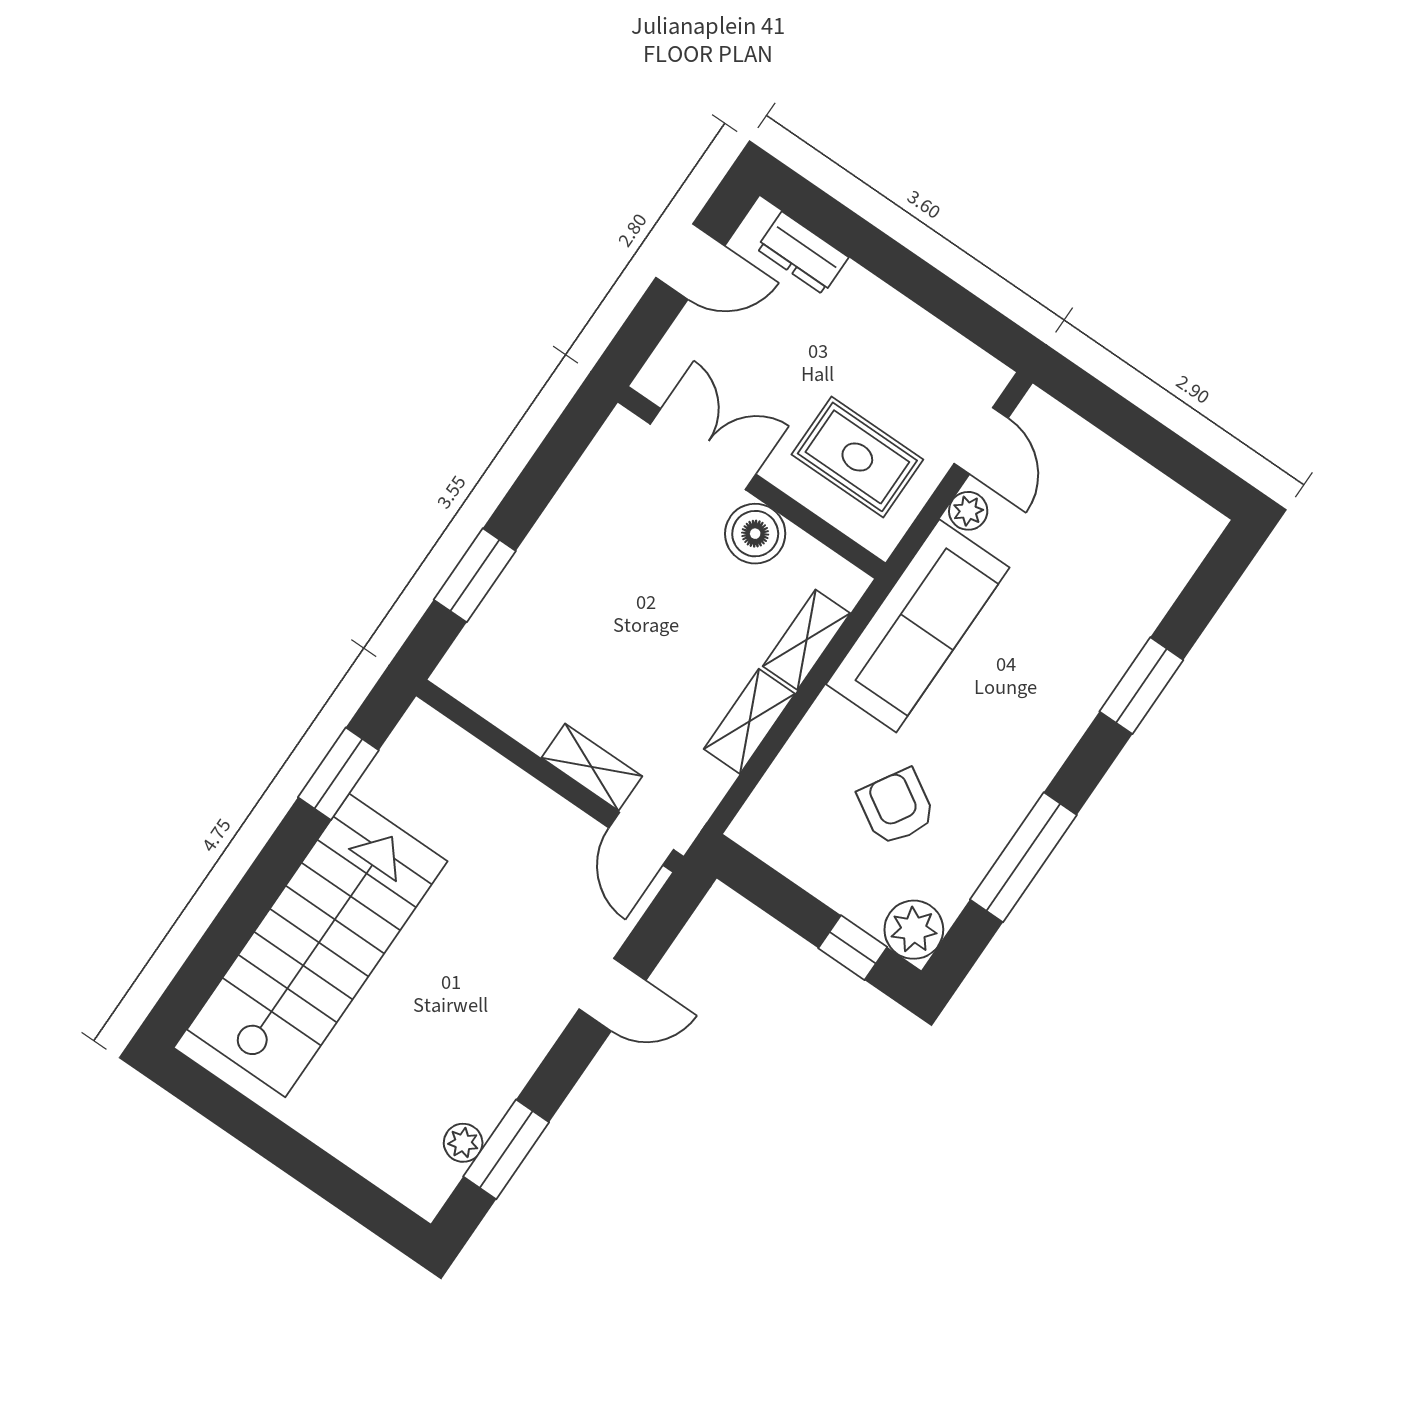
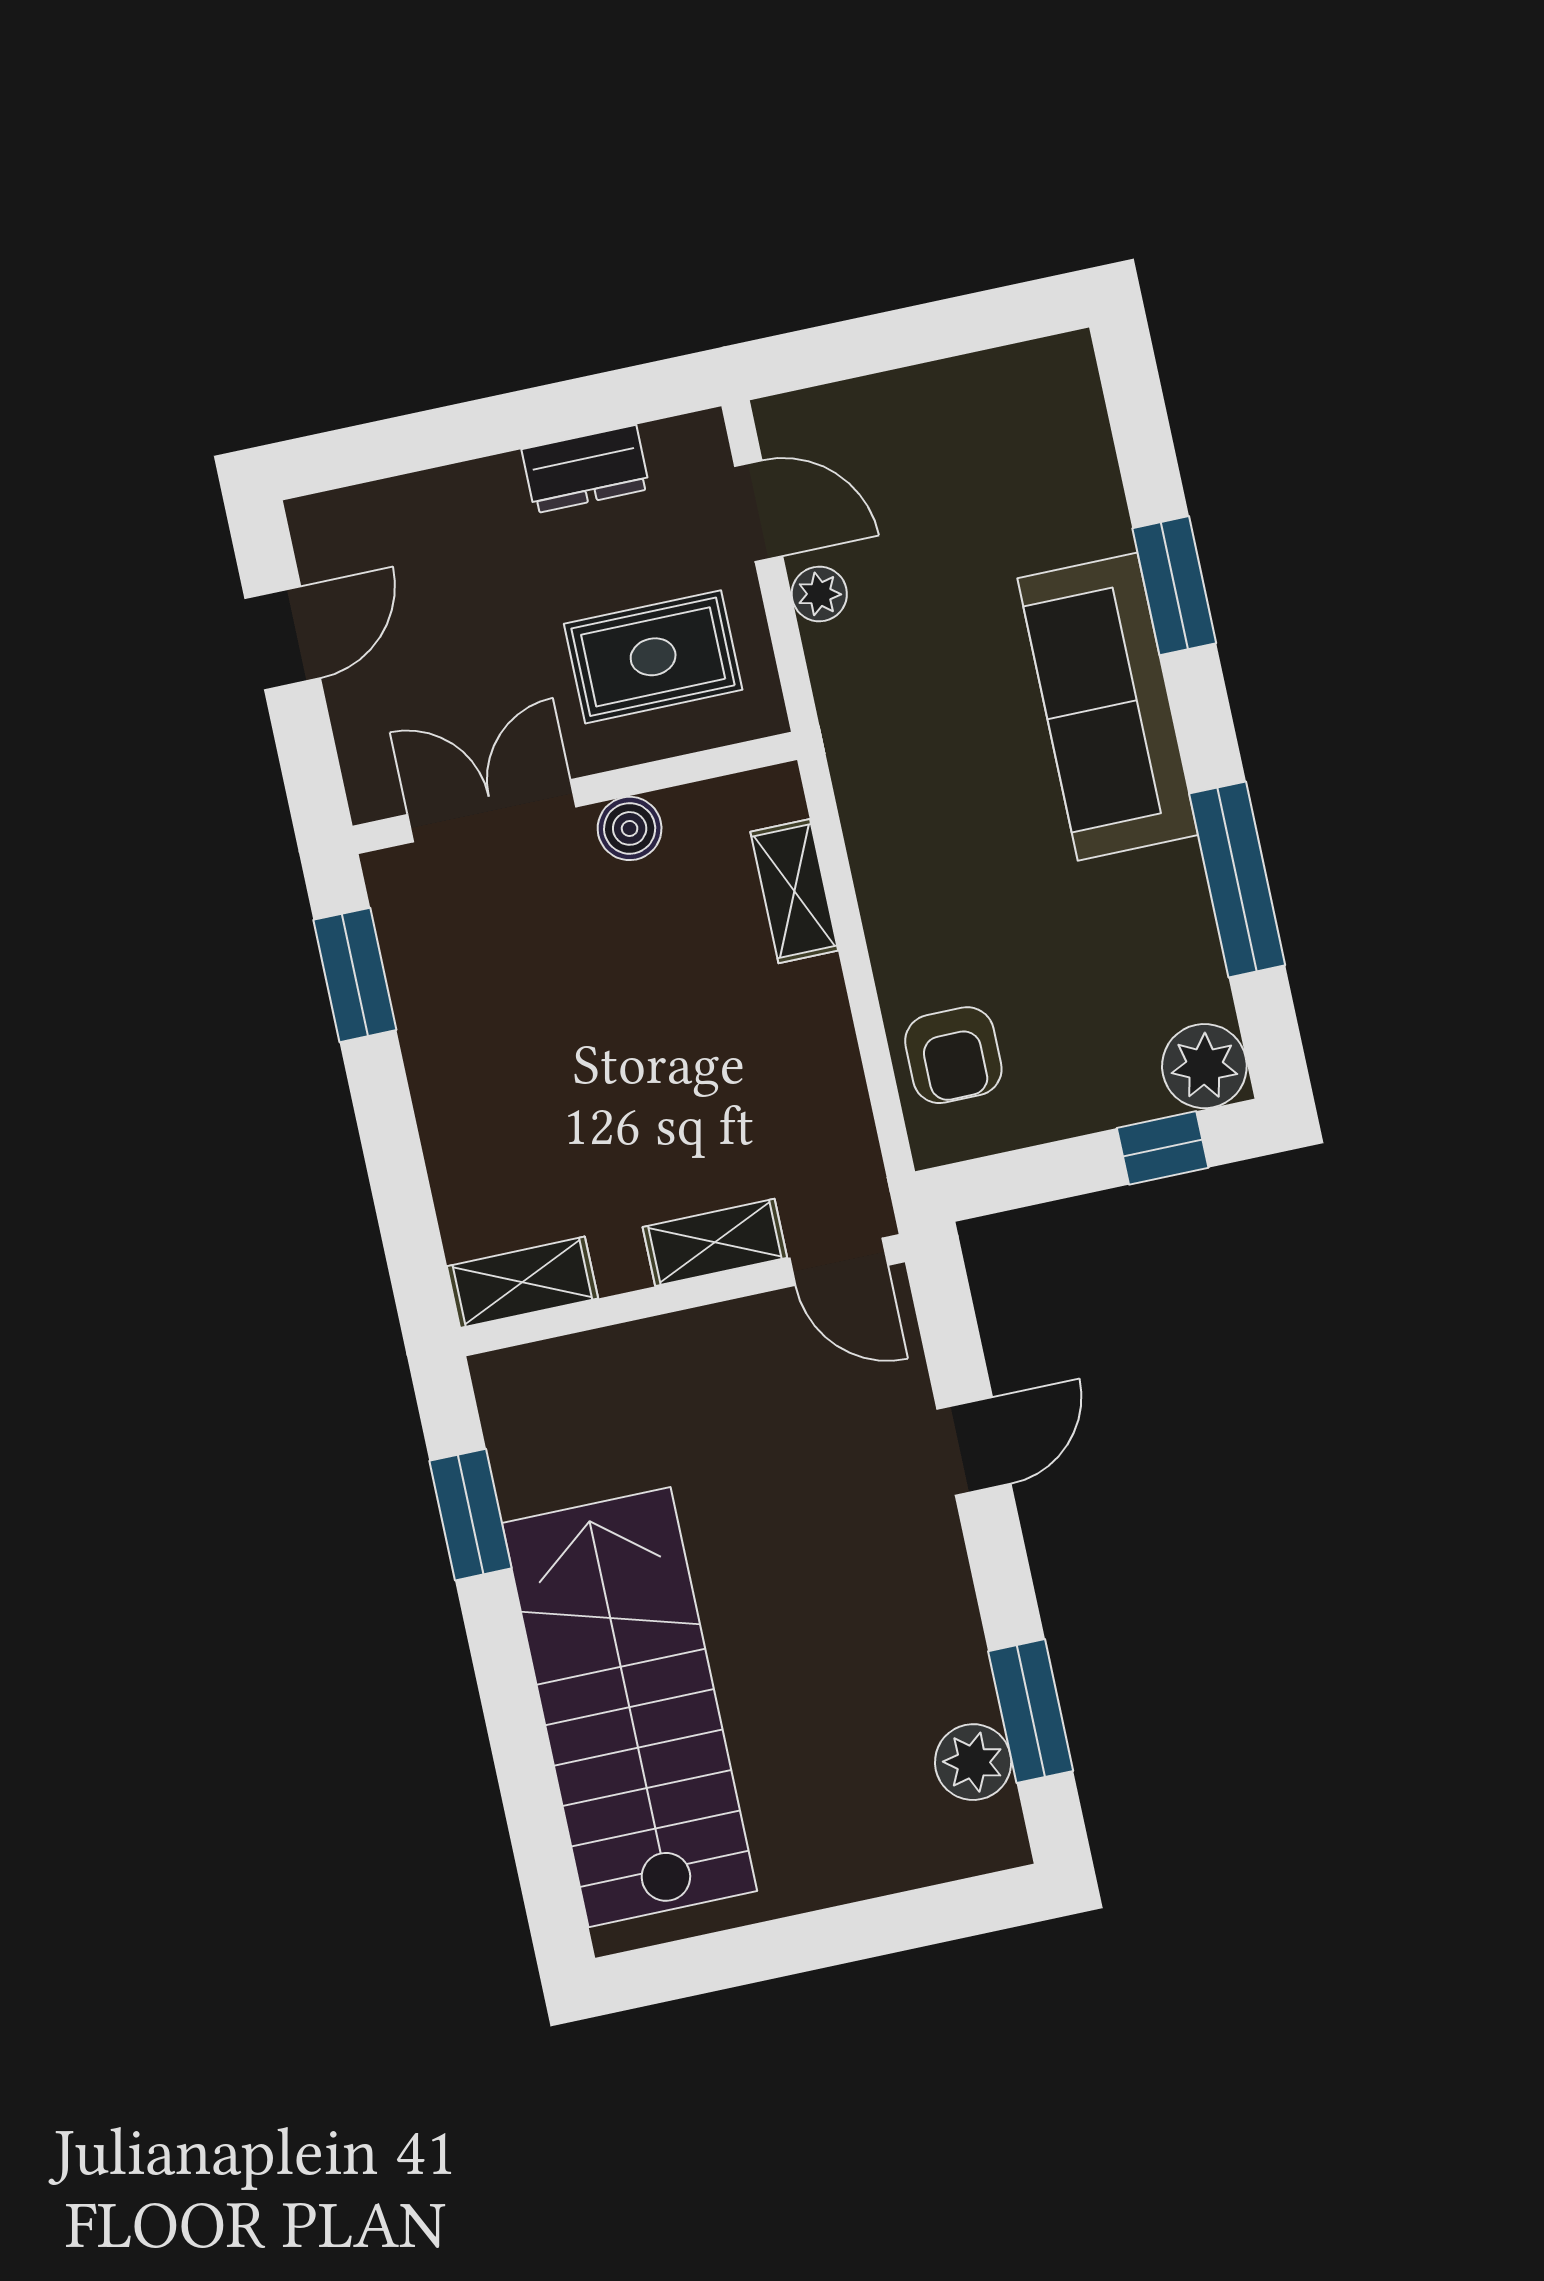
dresser: (802, 253) -> (586, 469), moved
boiler: (755, 534) -> (630, 828), width x0.73, depth x0.73
window: (475, 575) -> (355, 975), moved
sofa: (918, 626) -> (1108, 707), moved, turned 180
shelving: (749, 721) -> (522, 1282), moved, turned 90
armchair: (897, 807) -> (953, 1055), moved, turned -121
plant: (463, 1143) -> (973, 1762), width x1.38, depth x1.38

